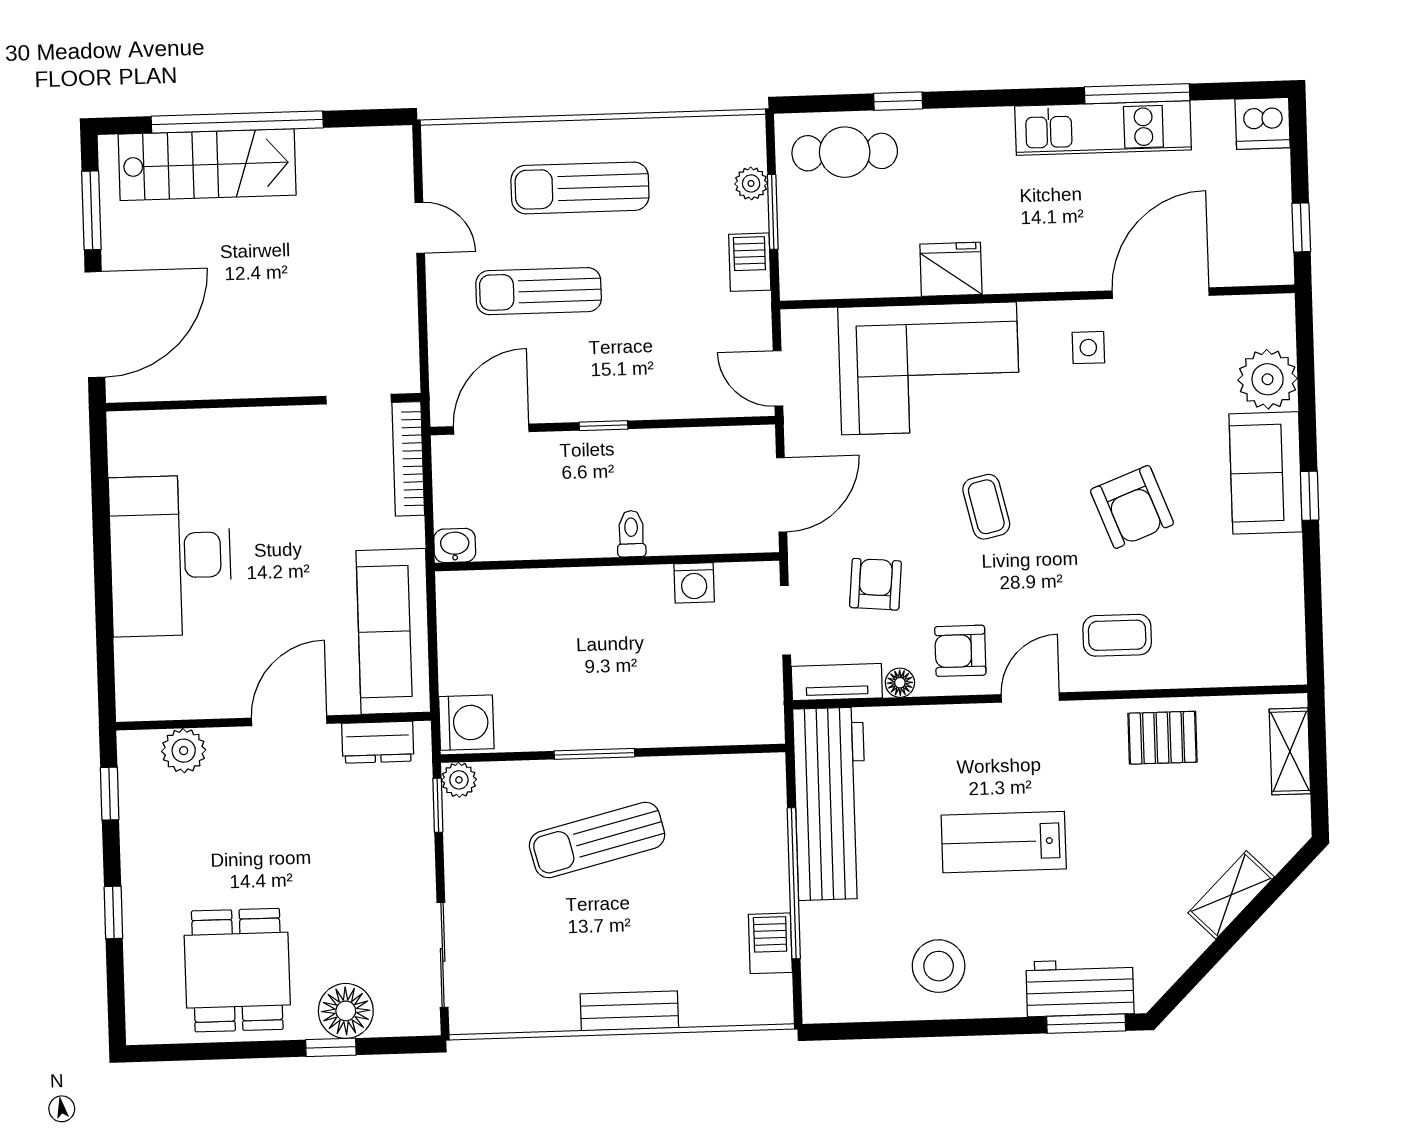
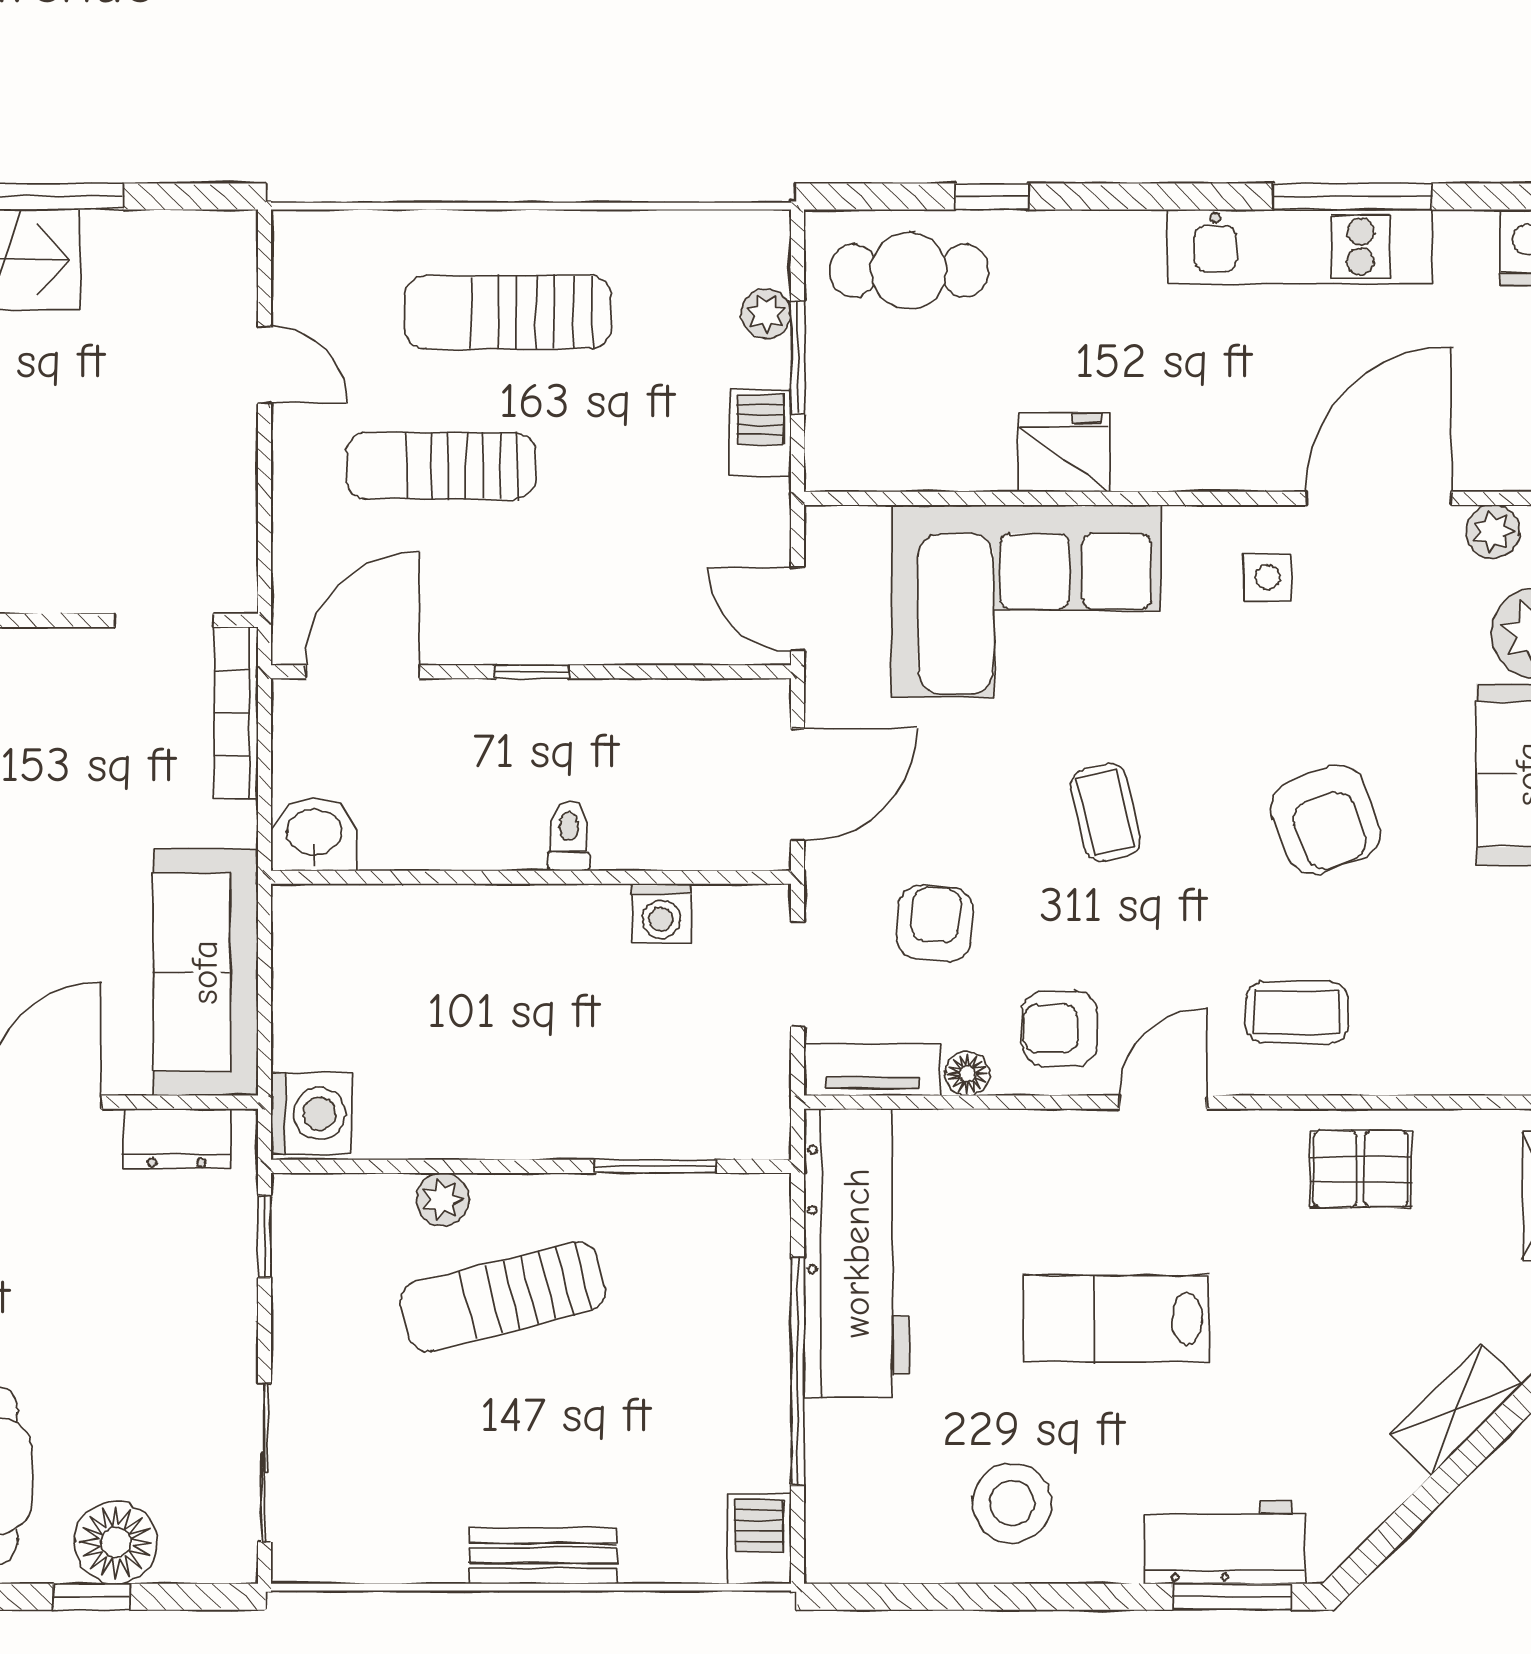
plant: (1237, 313) -> (1493, 532), added
washbasin: (455, 545) -> (314, 834), width x1.38, depth x1.45
window: (594, 754) -> (655, 1166), moved
plant: (459, 780) -> (442, 1199), moved
barbecue: (770, 943) -> (759, 1539), moved

